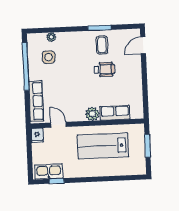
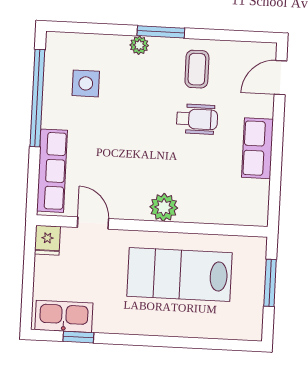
window: (100, 28) -> (161, 32), moved
plant: (51, 37) -> (139, 45), moved
row of seats: (115, 113) -> (258, 148), moved, turned -90

